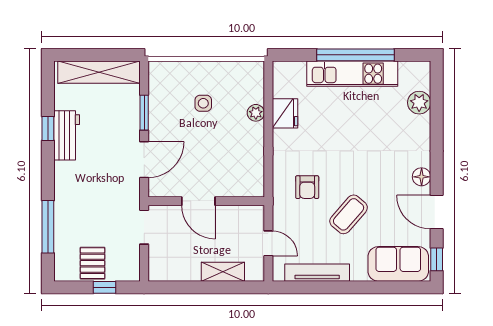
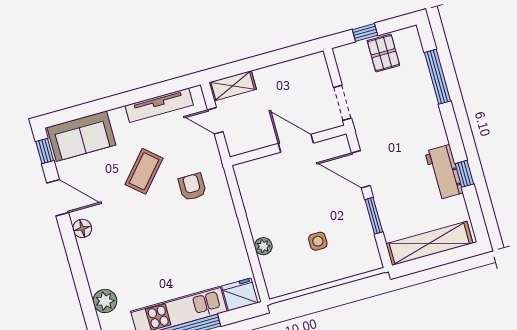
fridge: (285, 113) -> (240, 294), moved, turned 90
door: (144, 160) -> (361, 169), hinge flipped
shelving: (223, 272) -> (233, 86), moved

